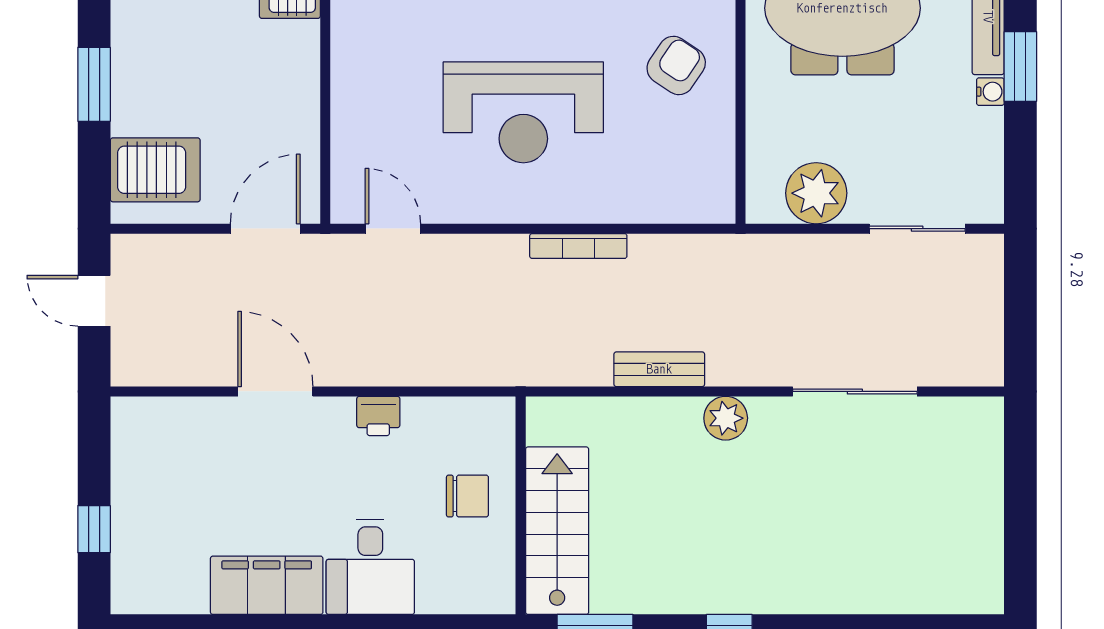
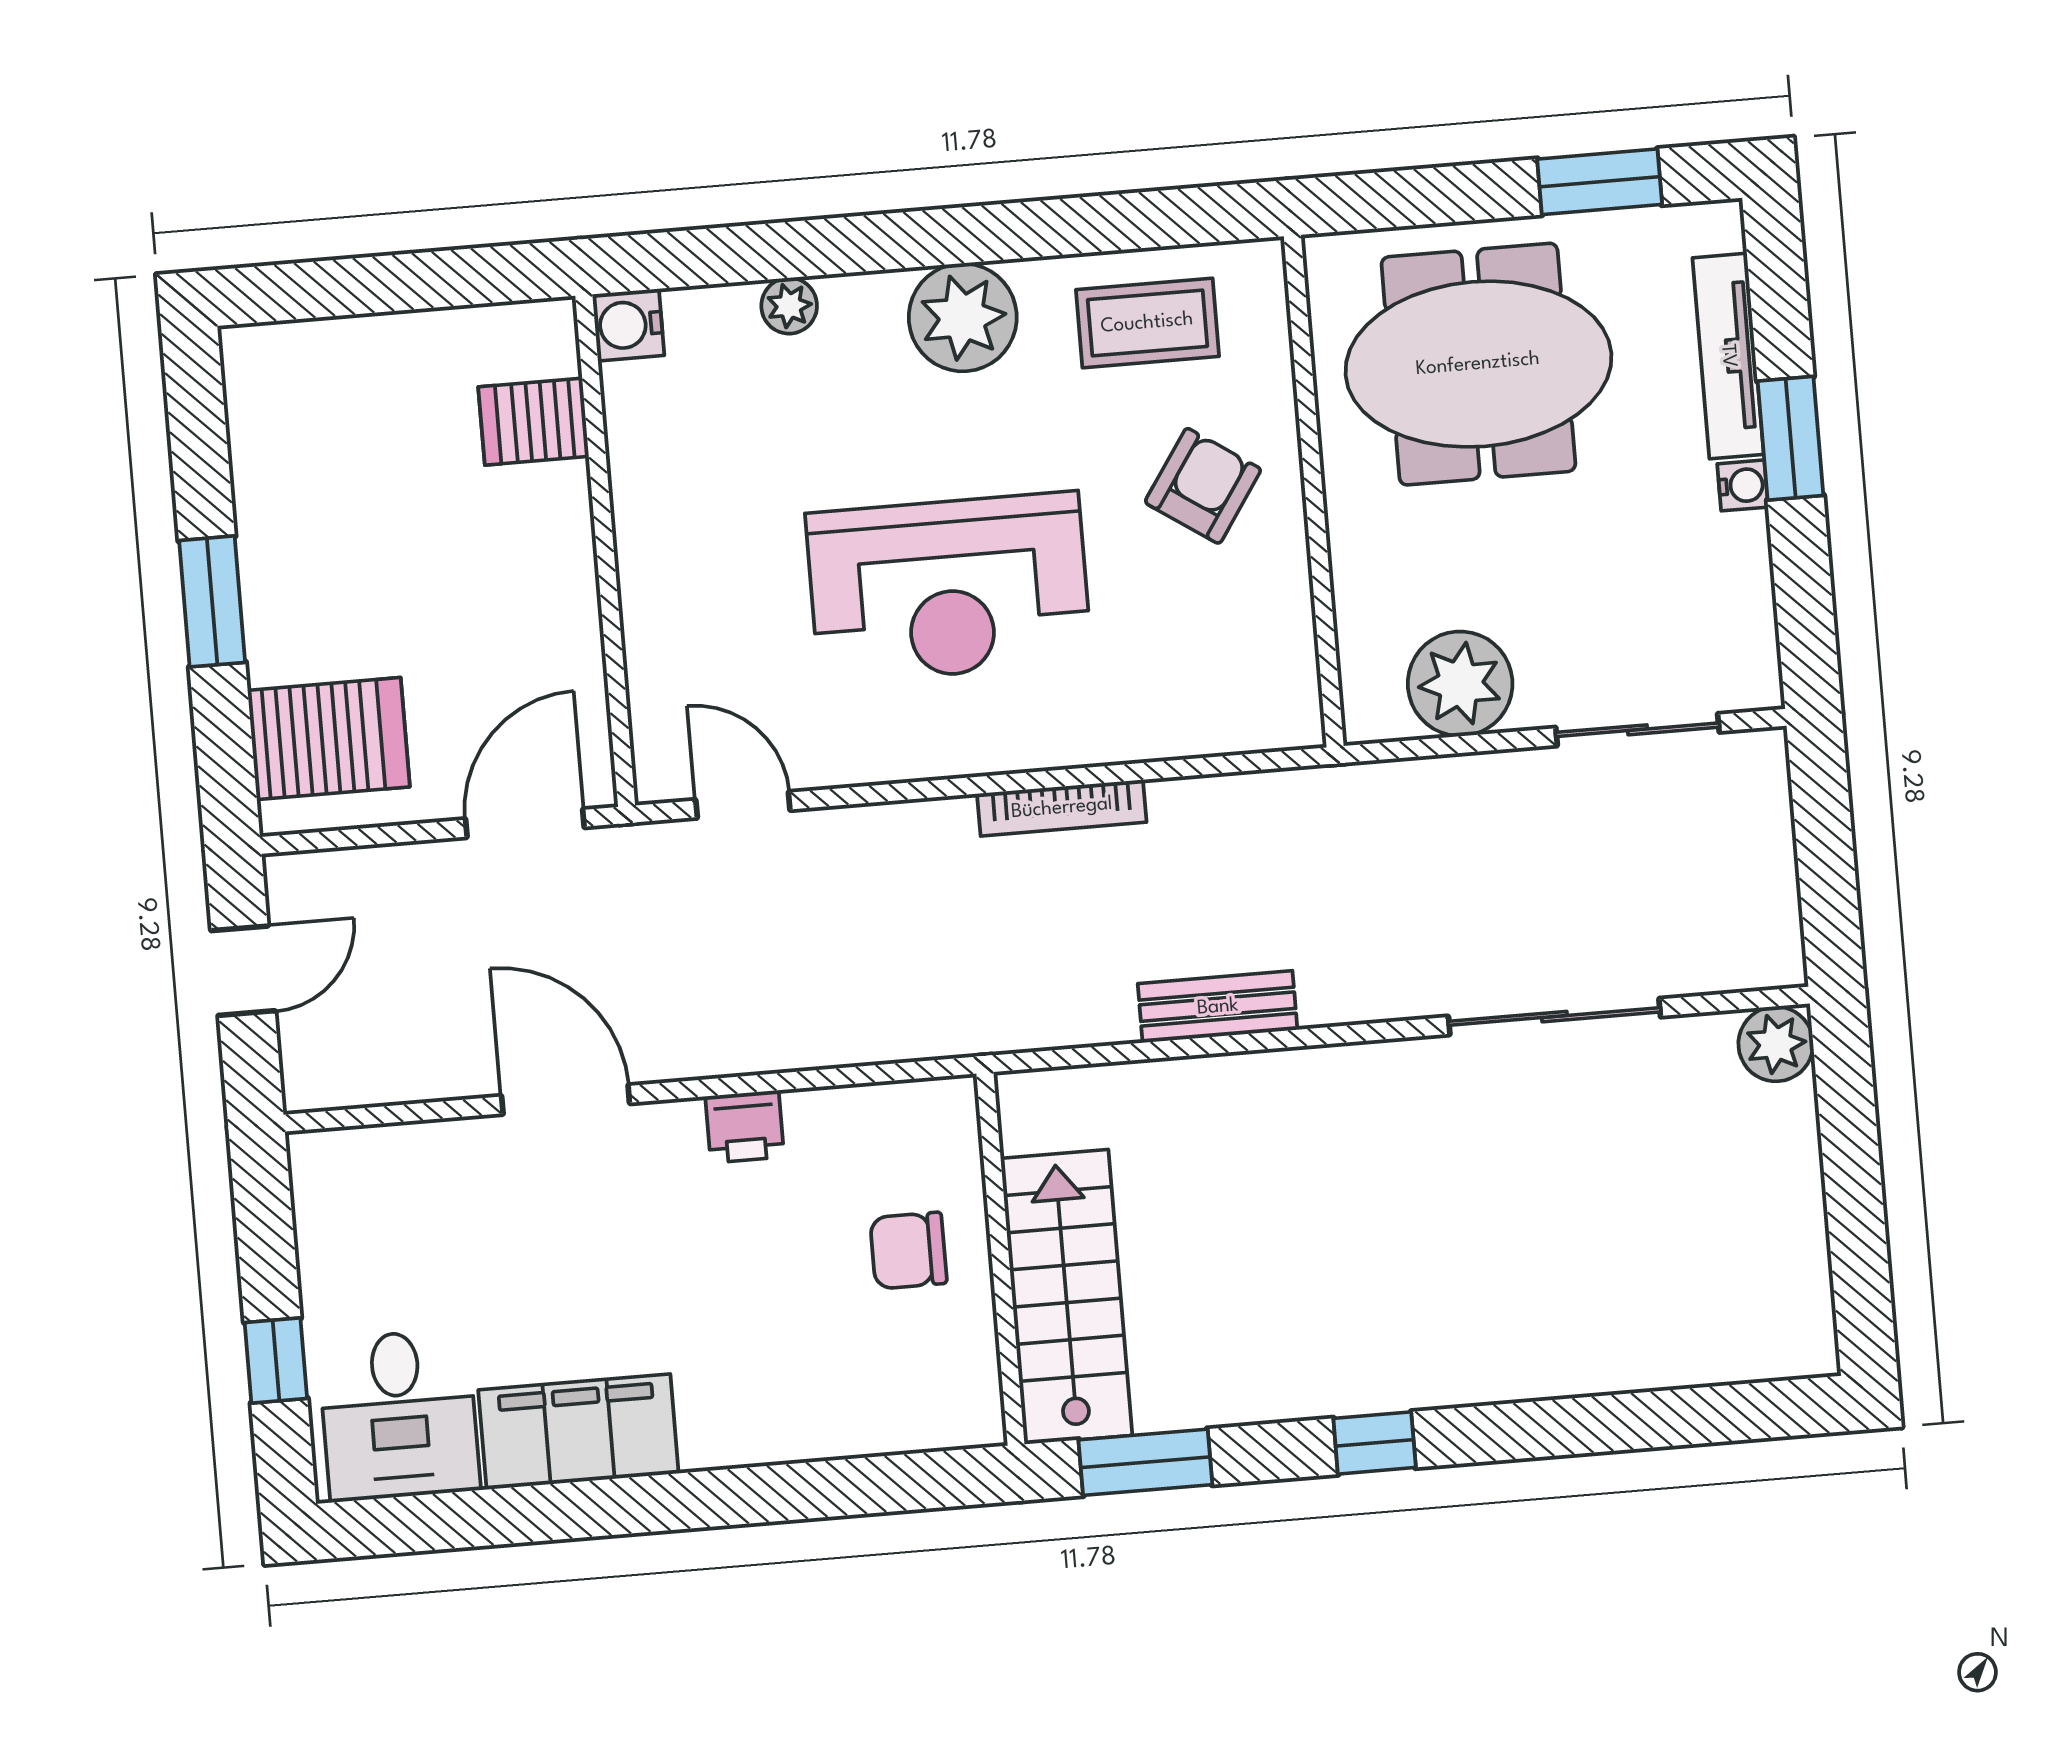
door: (94, 301) -> (243, 971), swing flipped
plant: (726, 418) -> (1776, 1044), moved
chair: (467, 496) -> (908, 1251), turned 180
desk: (370, 567) -> (399, 1415), moved

